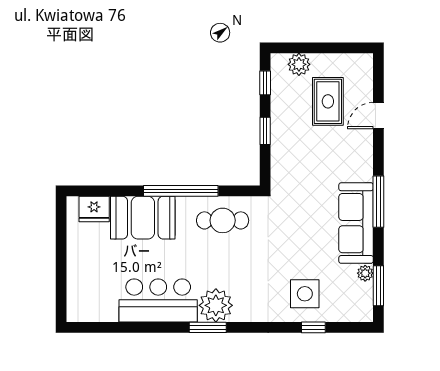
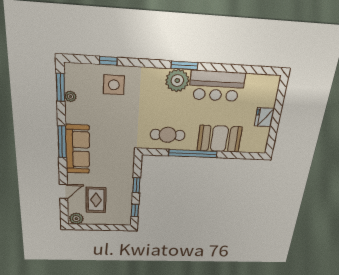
plant: (299, 64) -> (76, 219), moved
fridge: (94, 209) -> (264, 117), moved, turned -90
sofa: (356, 223) -> (78, 149), moved

